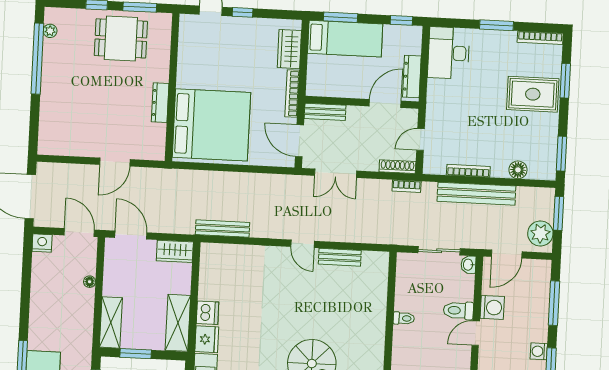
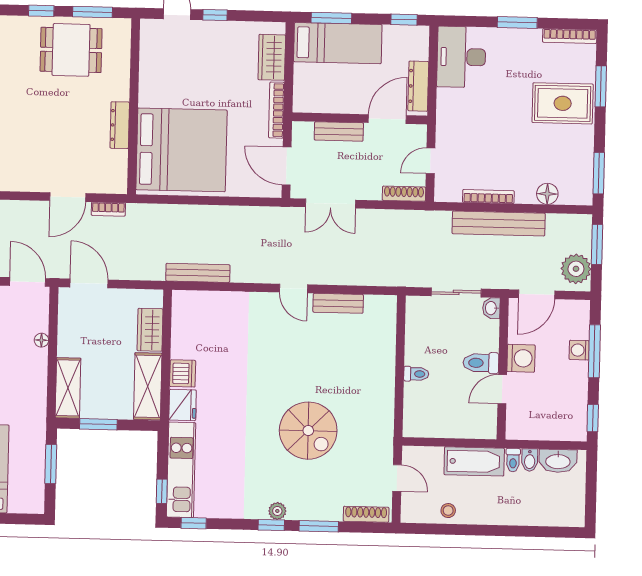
bench: (325, 112) -> (339, 131), moved
bookcase: (407, 186) -> (108, 209), moved
wardrobe: (175, 251) -> (150, 330), moved, turned 90
washing machine: (539, 351) -> (579, 350), moved

